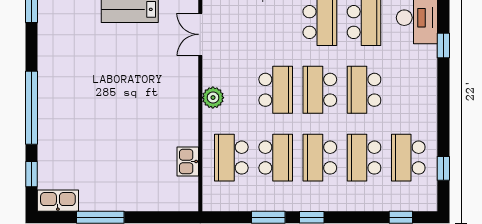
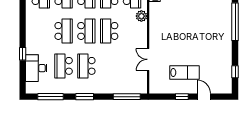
double door: (200, 34) -> (148, 59), swing flipped
plant: (213, 98) -> (141, 16), moved

